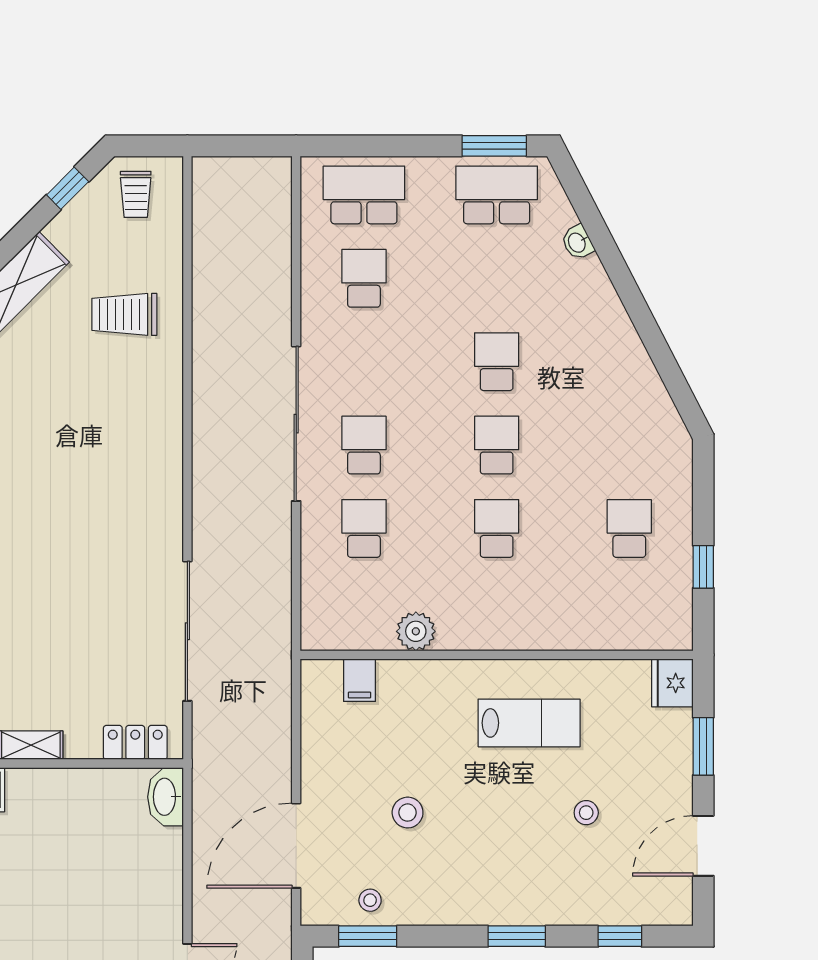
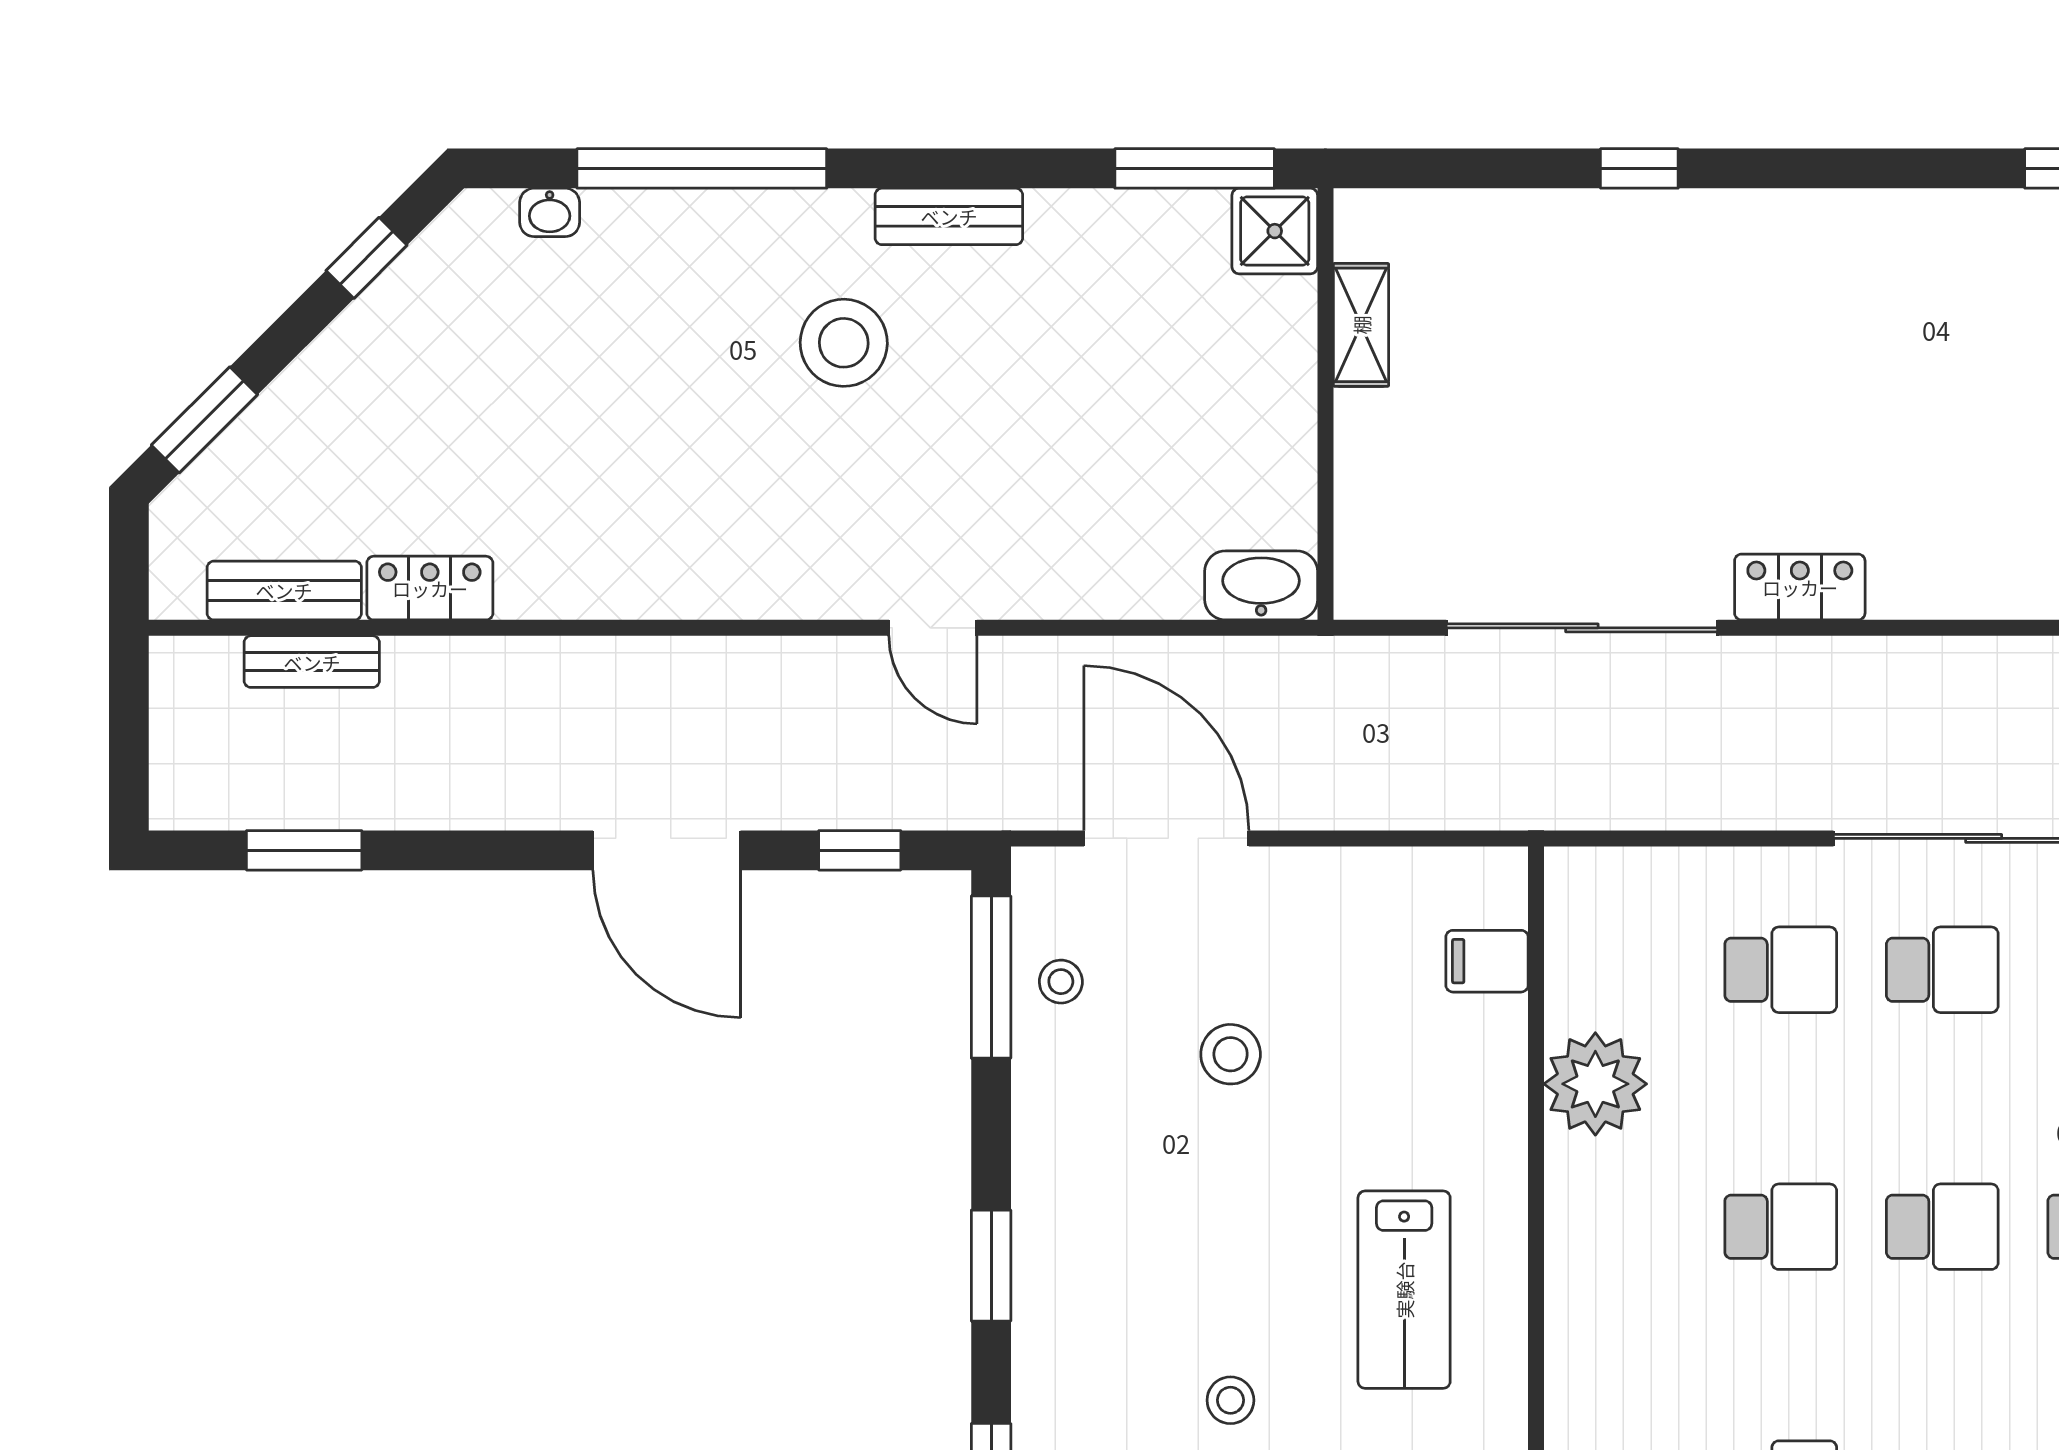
plant: (416, 631) -> (1595, 1084), width x1.36, depth x1.36
locker: (135, 742) -> (1800, 587), moved, turned -90
window: (368, 936) -> (991, 977), width x1.44

